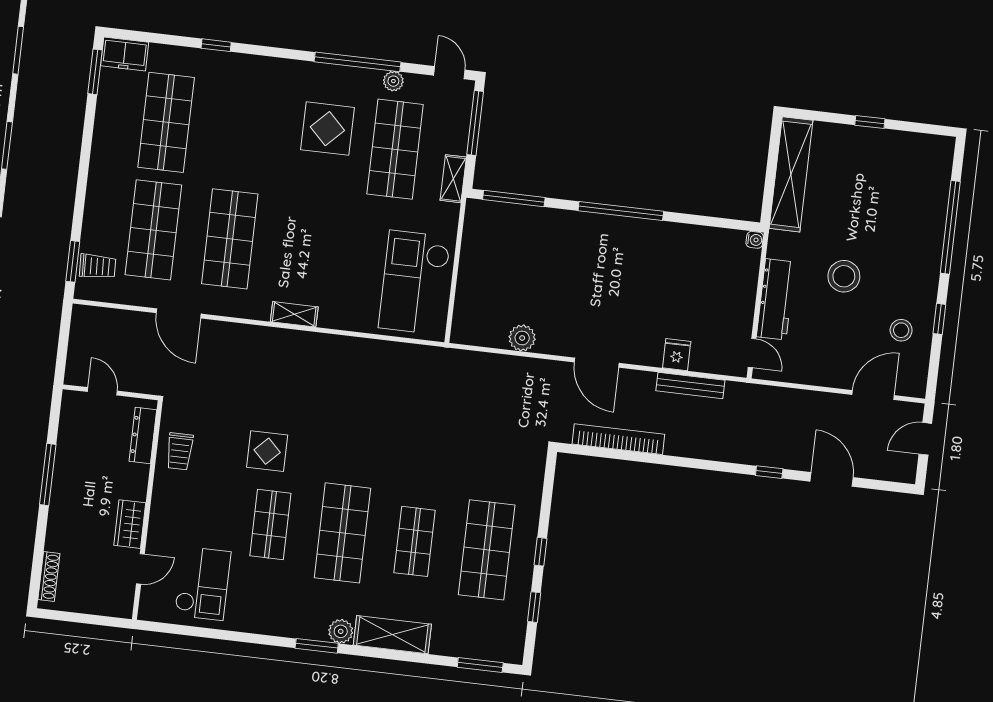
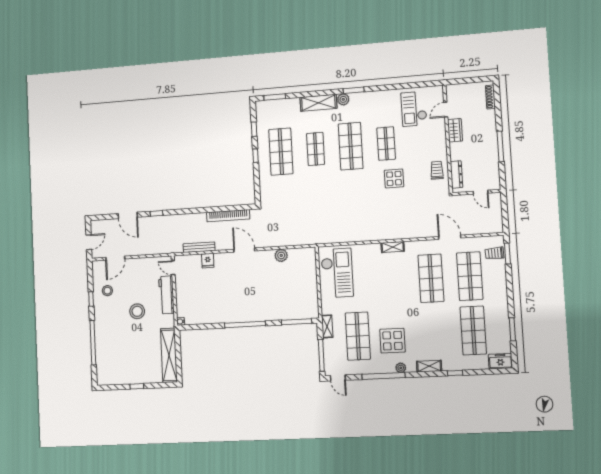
shelving: (264, 67) -> (429, 366), added
window: (95, 72) -> (512, 329), moved
plant: (393, 81) -> (401, 368), moved

